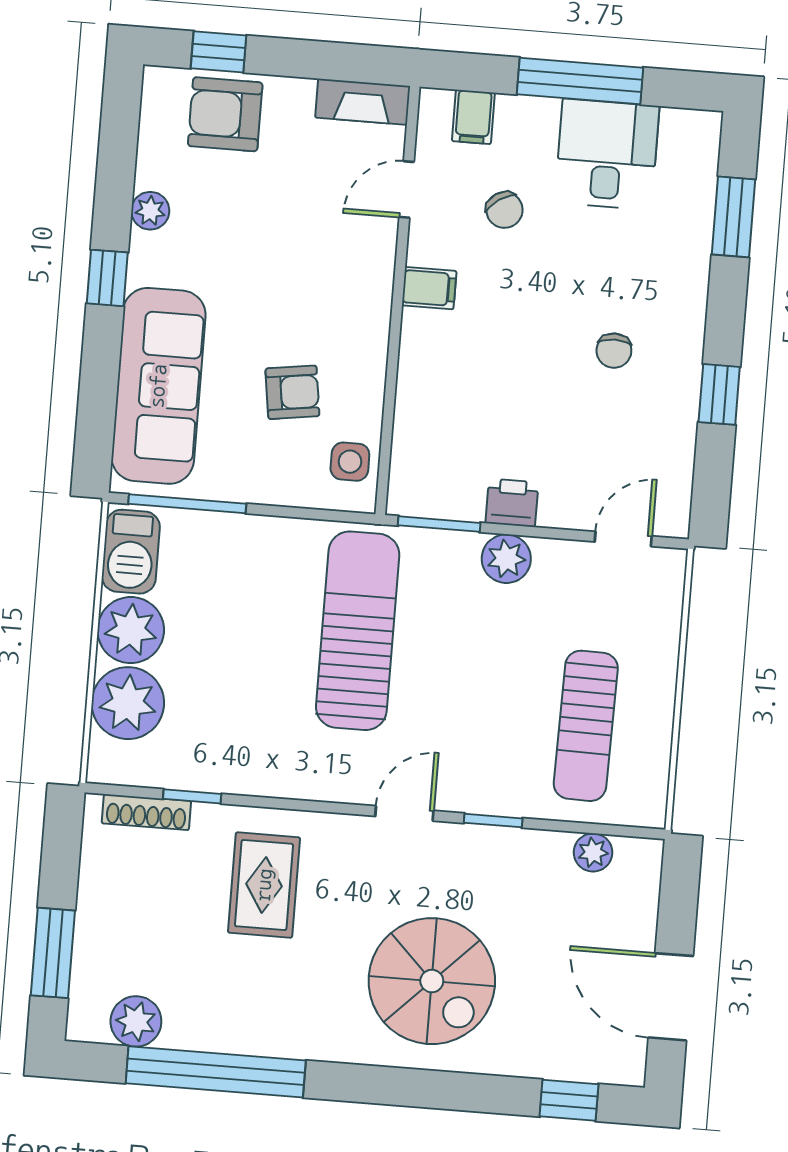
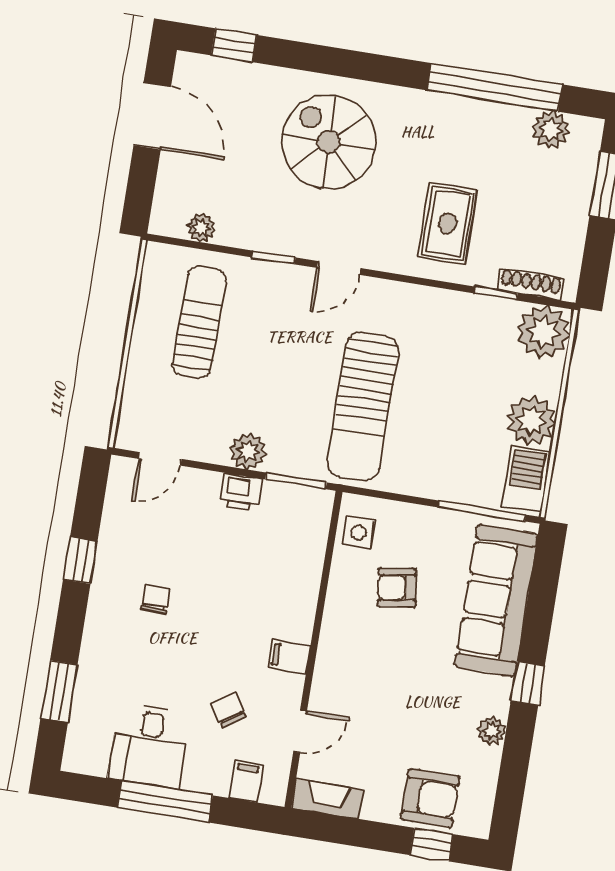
plant: (128, 703) -> (543, 332), moved

